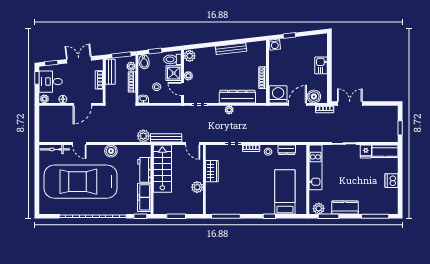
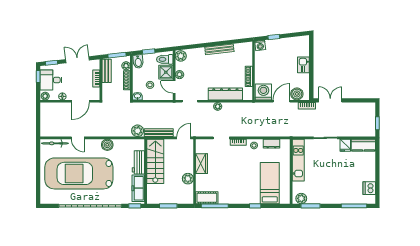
door: (193, 144) -> (184, 138), swing flipped
dishwasher: (392, 181) -> (369, 188), moved
cot: (218, 208) -> (207, 198), added
kitchen counter: (345, 208) -> (326, 198), removed

